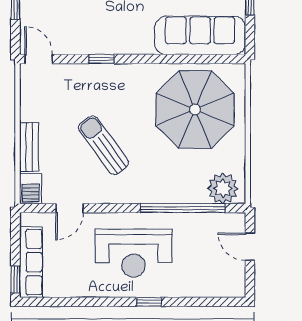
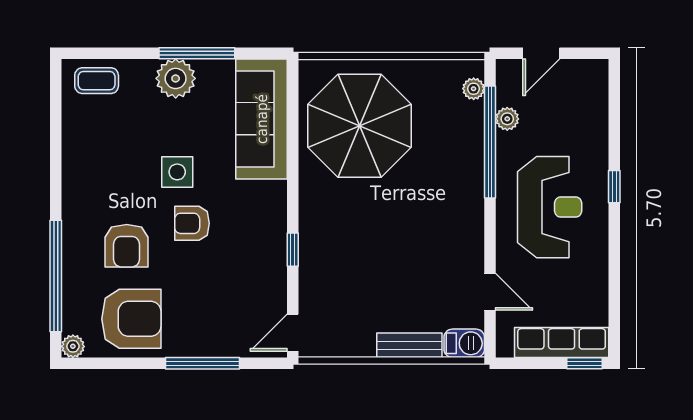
sun lounger: (103, 145) -> (407, 247), removed
plant: (223, 188) -> (474, 89), width x0.53, depth x0.53
plant: (200, 221) -> (507, 119), added

